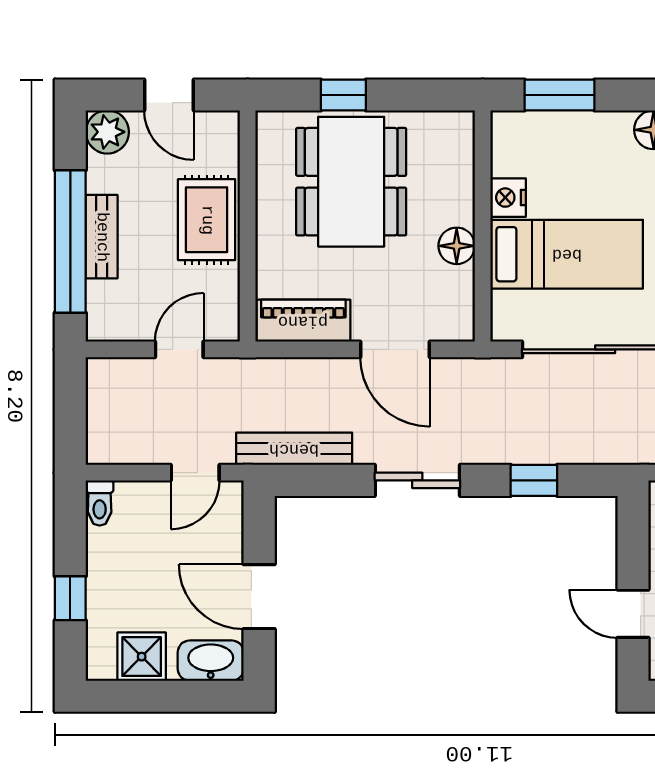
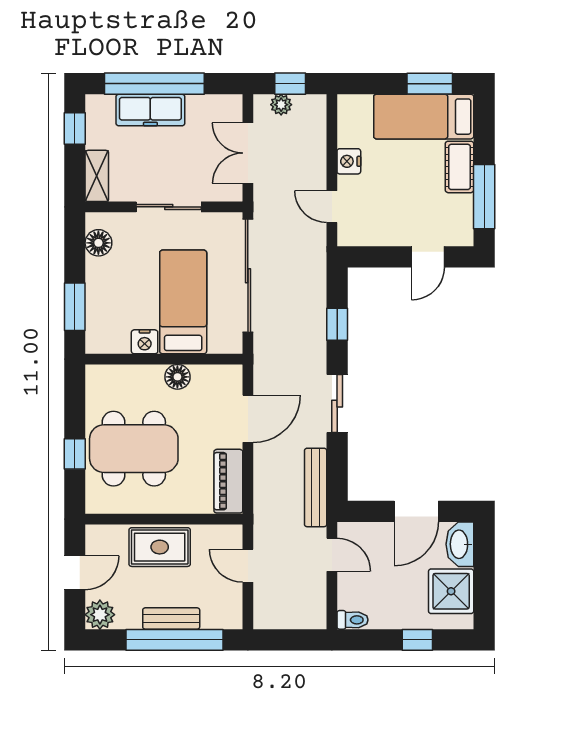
shower: (142, 657) -> (451, 591), width x1.36, depth x1.36

